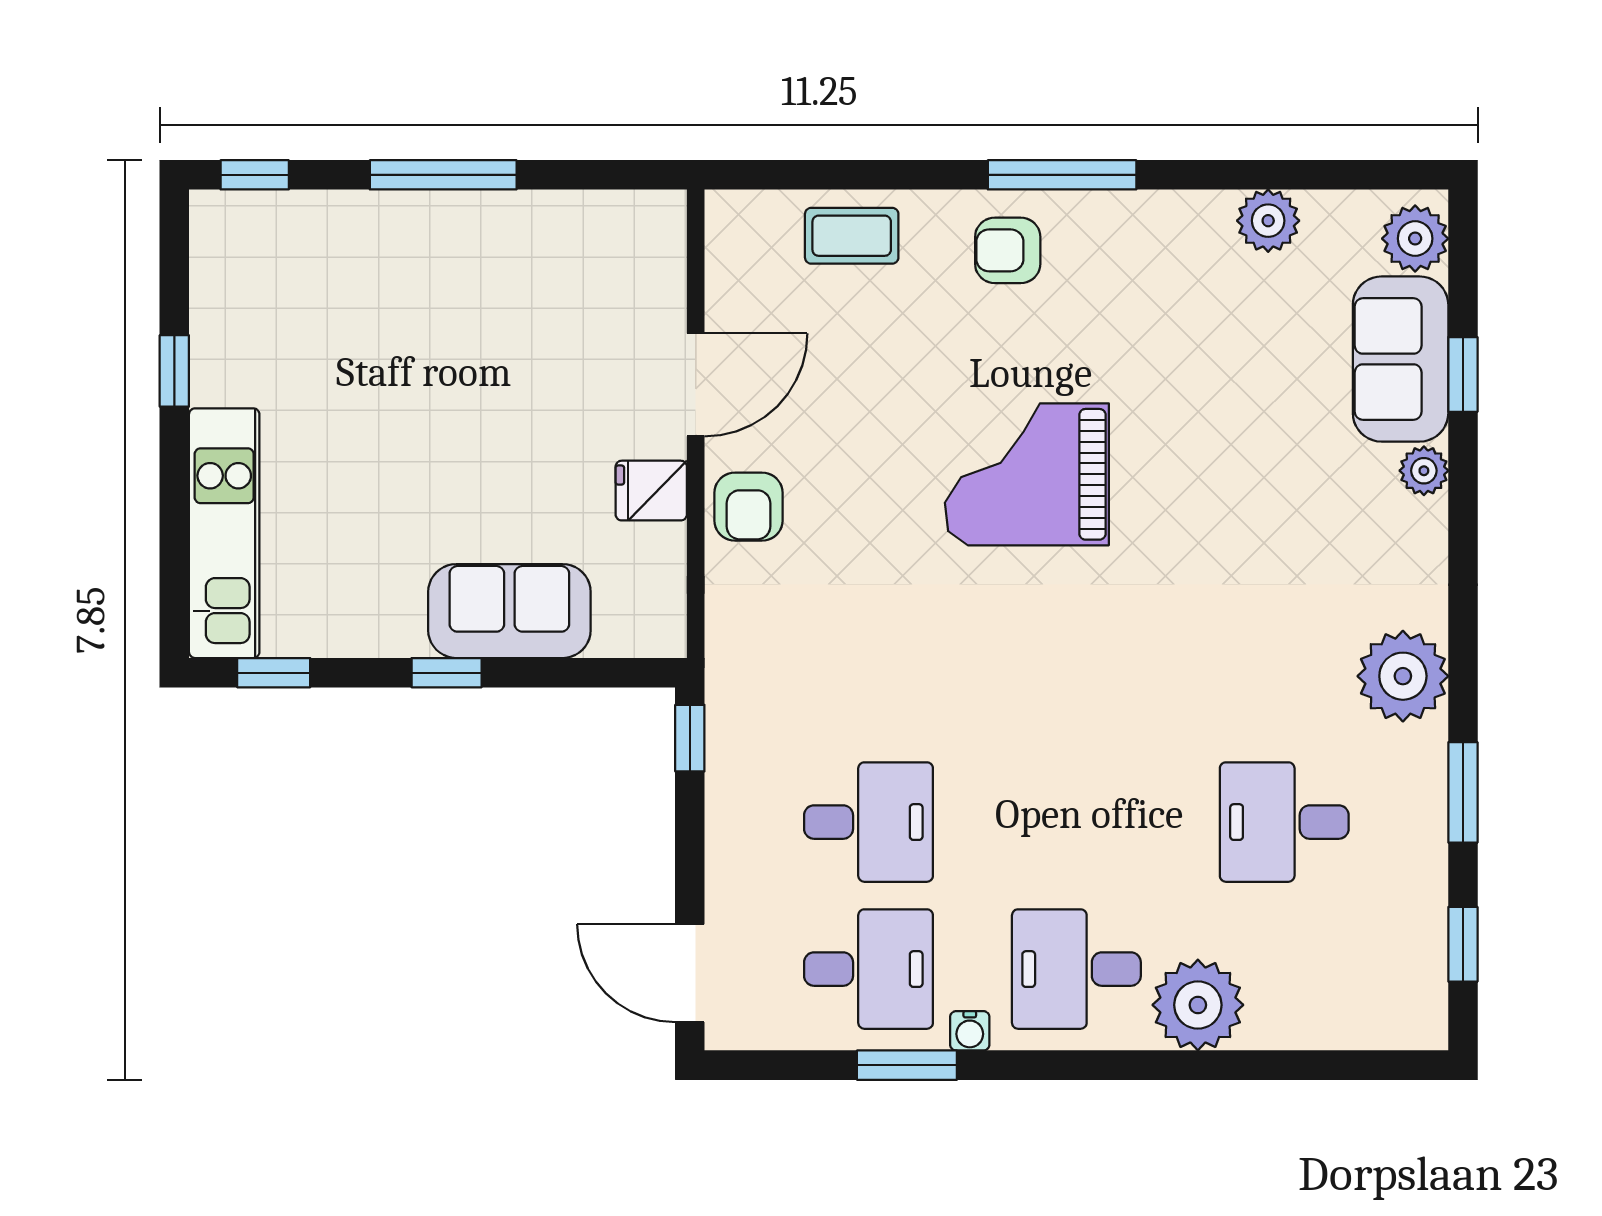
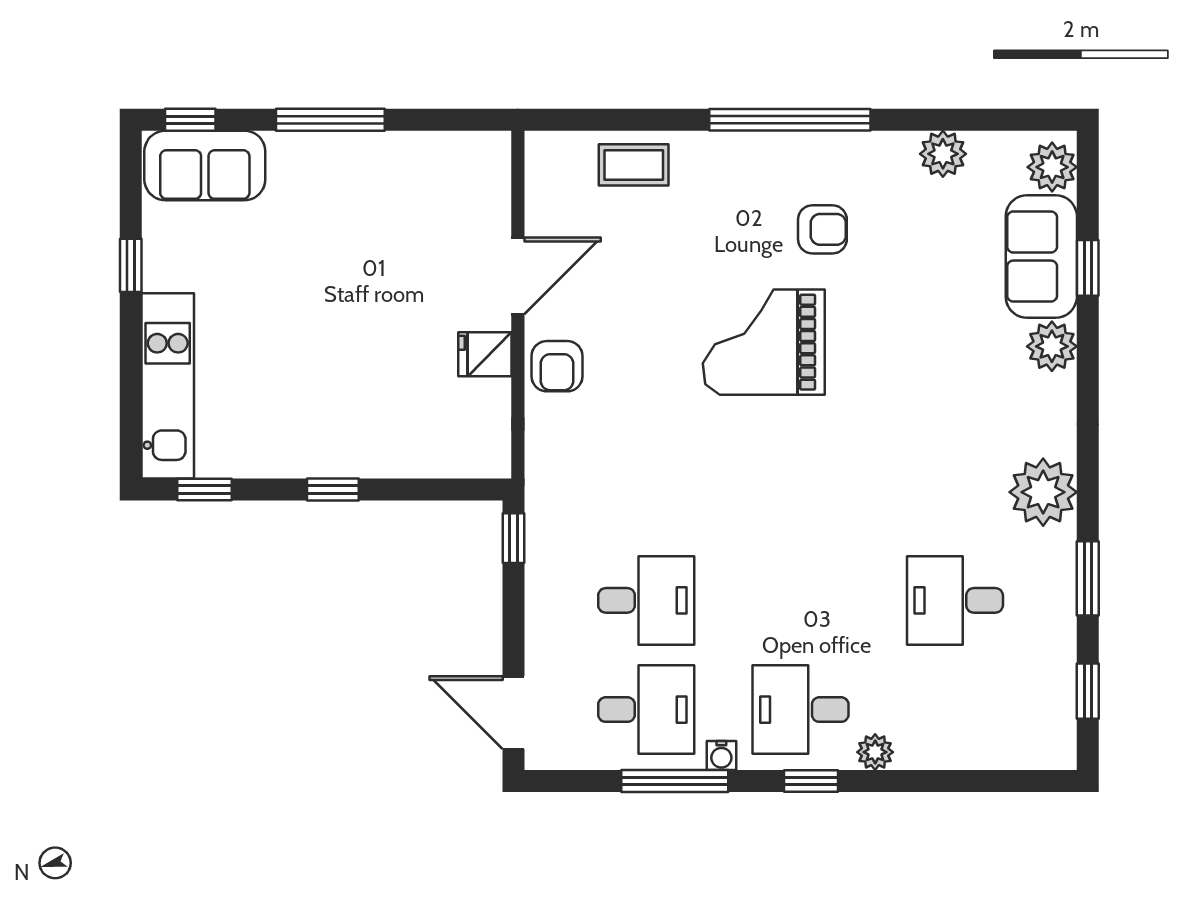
window: (1062, 175) -> (790, 120), width x1.46
armchair: (1008, 250) -> (822, 229), moved, turned 180
plant: (1424, 471) -> (1052, 346), width x1.38, depth x1.38
sofa: (509, 611) -> (205, 165), moved, turned 180
plant: (1198, 1005) -> (875, 752), width x0.53, depth x0.53
window: (907, 1065) -> (675, 781), width x1.44
window: (1090, 1065) -> (811, 781), added

